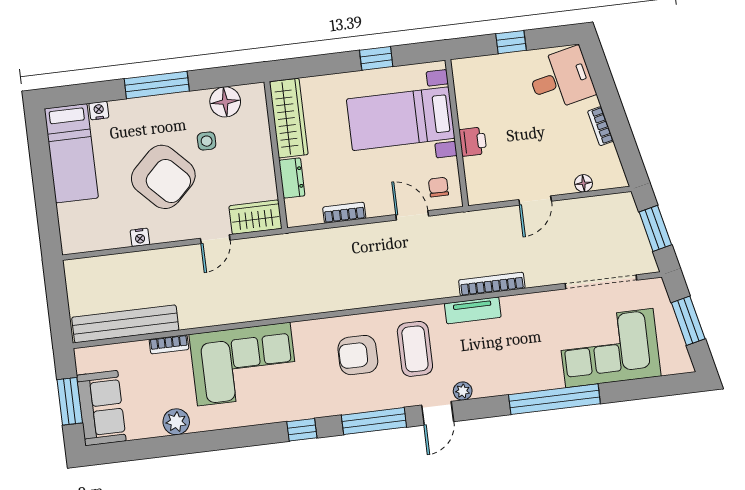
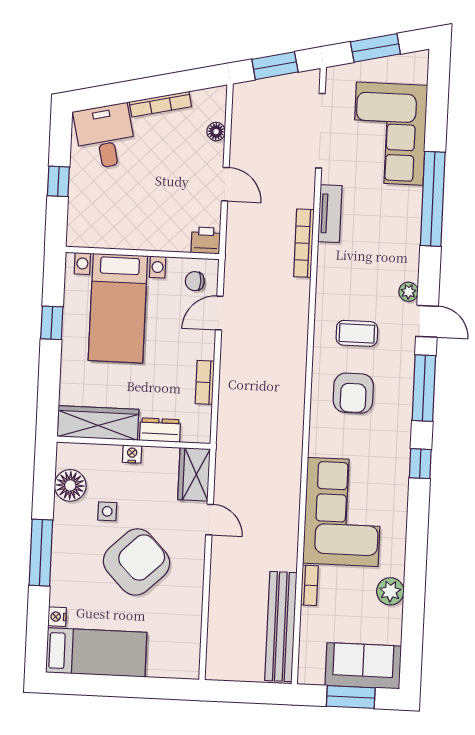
bookcase: (601, 126) -> (160, 104), width x1.56
printer: (473, 142) -> (206, 240), moved
nightstand: (140, 237) -> (132, 454), moved, turned -90
tv unit: (473, 310) -> (330, 214), moved
coffee table: (415, 349) -> (357, 333), width x0.73, depth x0.77

